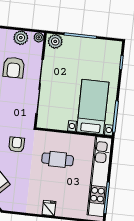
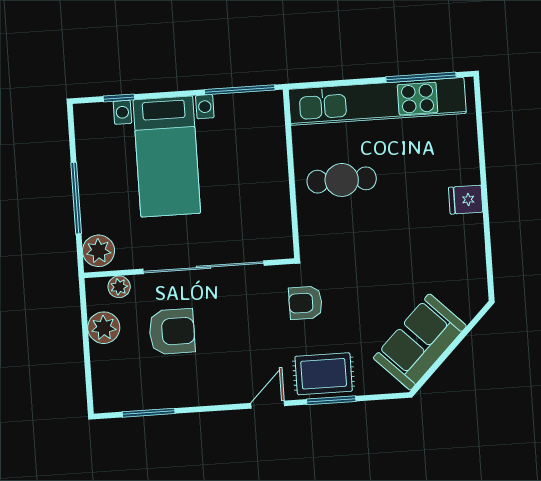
plant: (39, 37) -> (119, 287), moved
bed with nightstands: (93, 107) -> (167, 156), moved, turned -90
armchair: (17, 145) -> (305, 303), moved
cafe table: (58, 159) -> (342, 180), moved, turned 90

